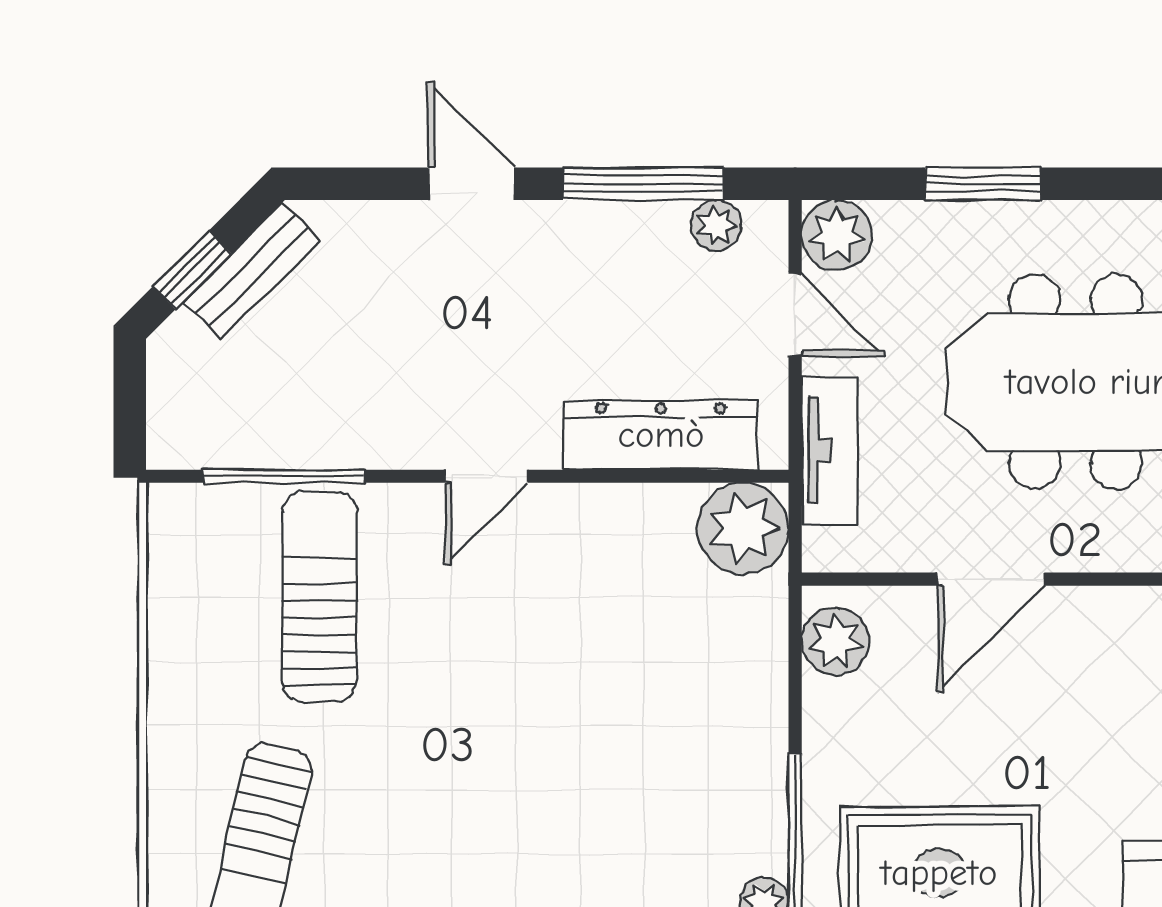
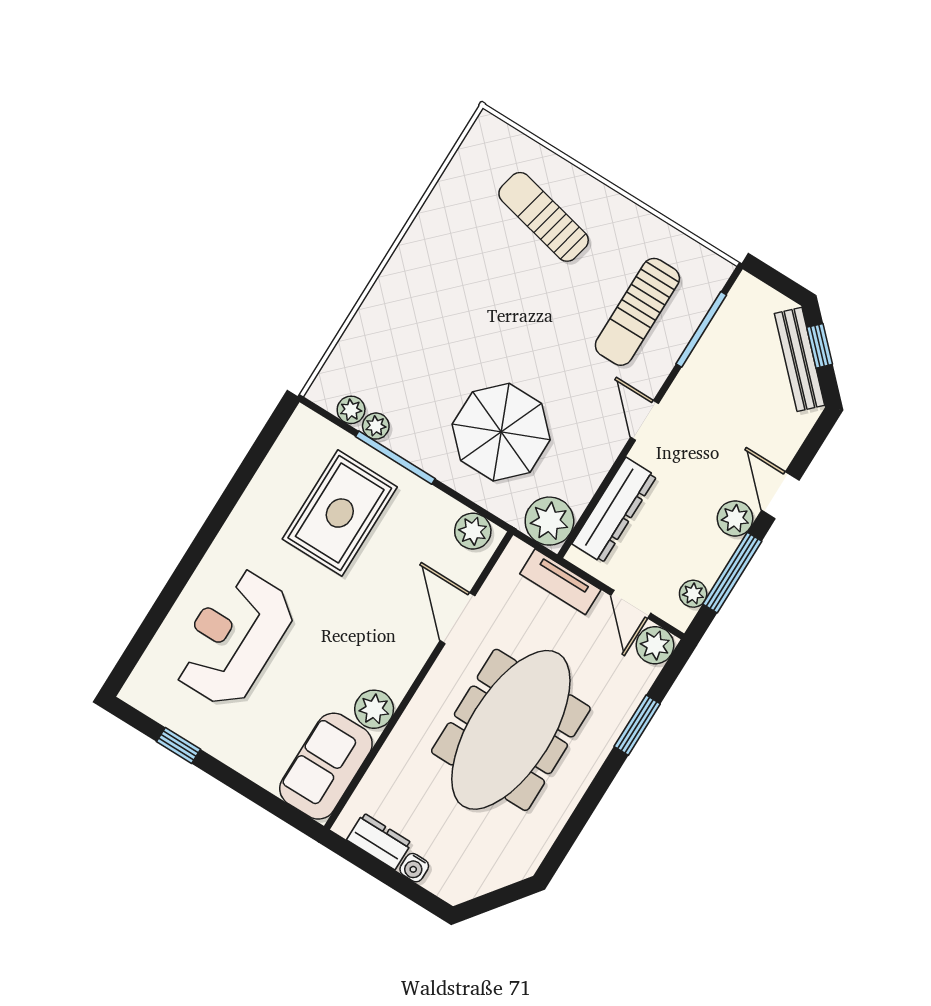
door: (471, 184) -> (780, 495), swing flipped
plant: (553, 233) -> (735, 518), added
bench: (252, 271) -> (799, 359), width x1.36
door: (795, 315) -> (631, 604), hinge flipped
sun lounger: (319, 596) -> (637, 312), turned 90
parasol: (648, 695) -> (501, 432), added

